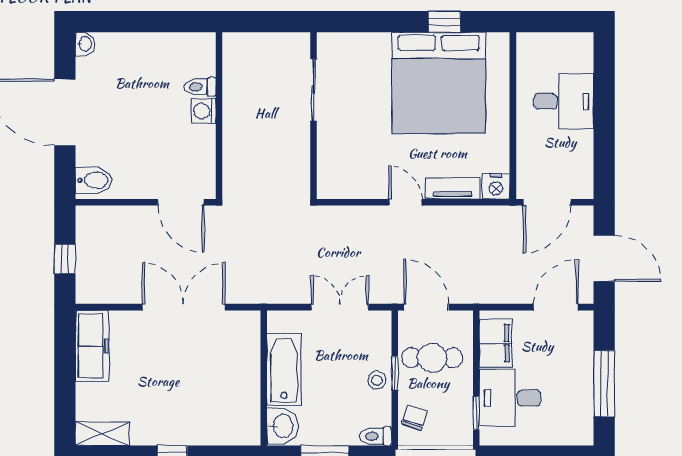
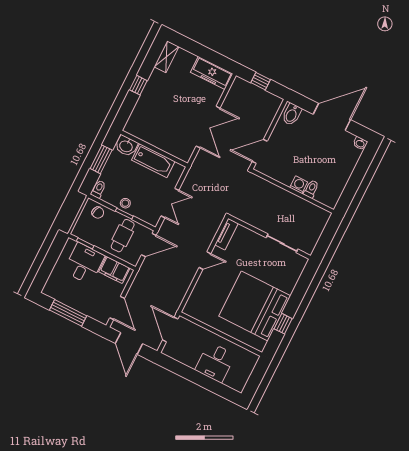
nightstand: (496, 186) -> (190, 308), removed
tv unit: (452, 189) -> (226, 234), moved
door: (604, 258) -> (129, 343), hinge flipped

